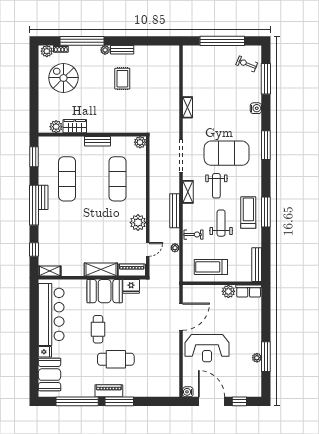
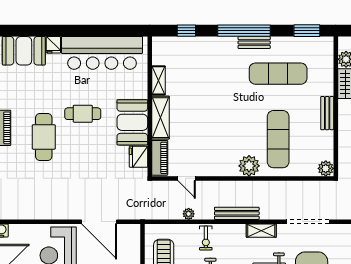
exercise mat: (117, 179) -> (278, 139), turned 90
plant: (138, 223) -> (249, 166), moved
shelving: (50, 271) -> (158, 80), moved

